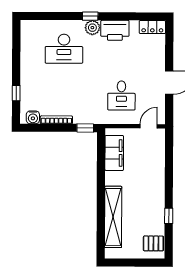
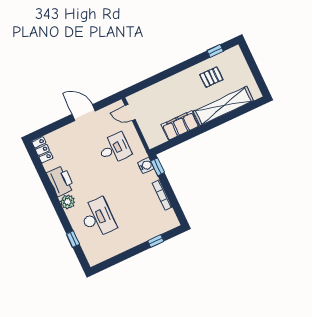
window: (90, 16) -> (73, 239), moved
water cooler: (33, 117) -> (146, 166), moved
filing cabinet: (114, 153) -> (180, 125), moved
window: (169, 216) -> (215, 51), moved
pallet: (153, 243) -> (211, 77), moved, turned 90

